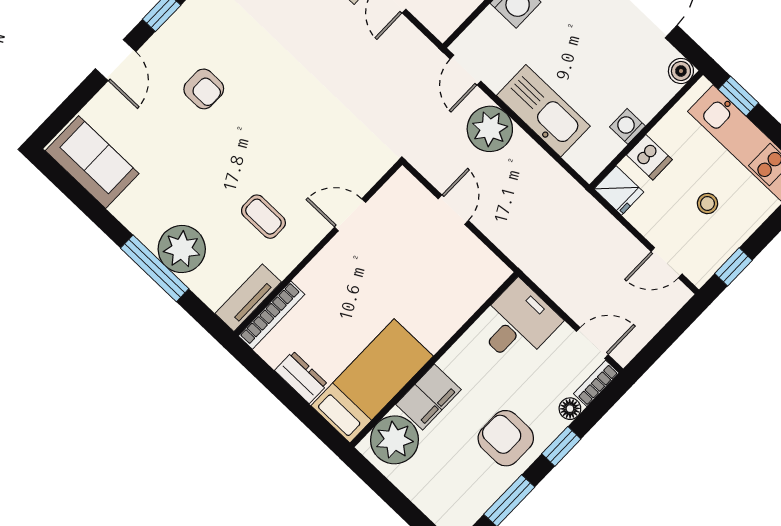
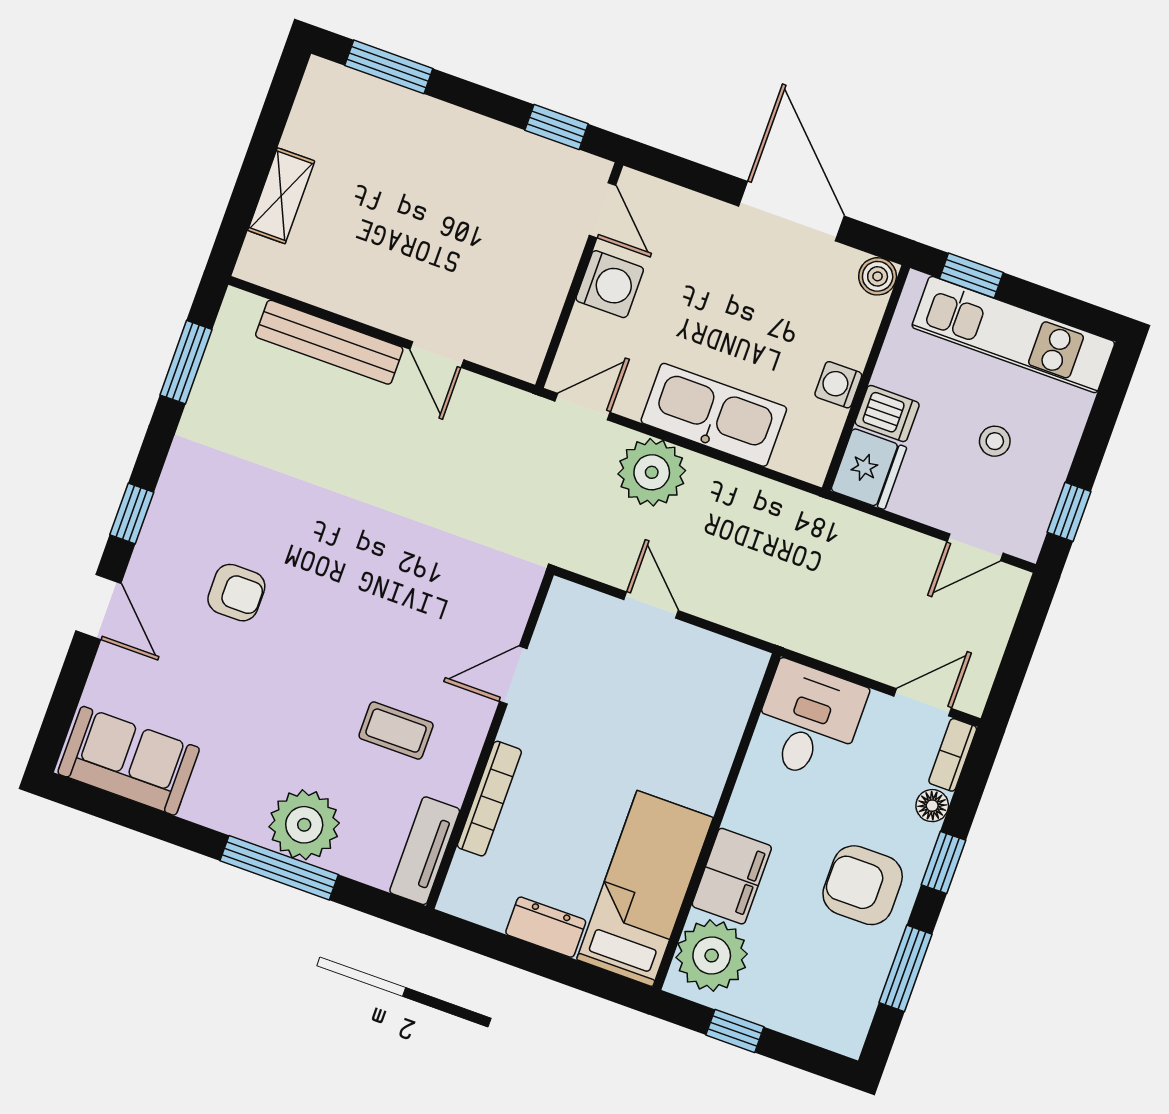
door: (466, 70) -> (583, 407), swing flipped
fridge: (619, 190) -> (869, 469), width x1.38
bookcase: (272, 315) -> (489, 799), moved
window: (388, 492) -> (735, 1031), added

